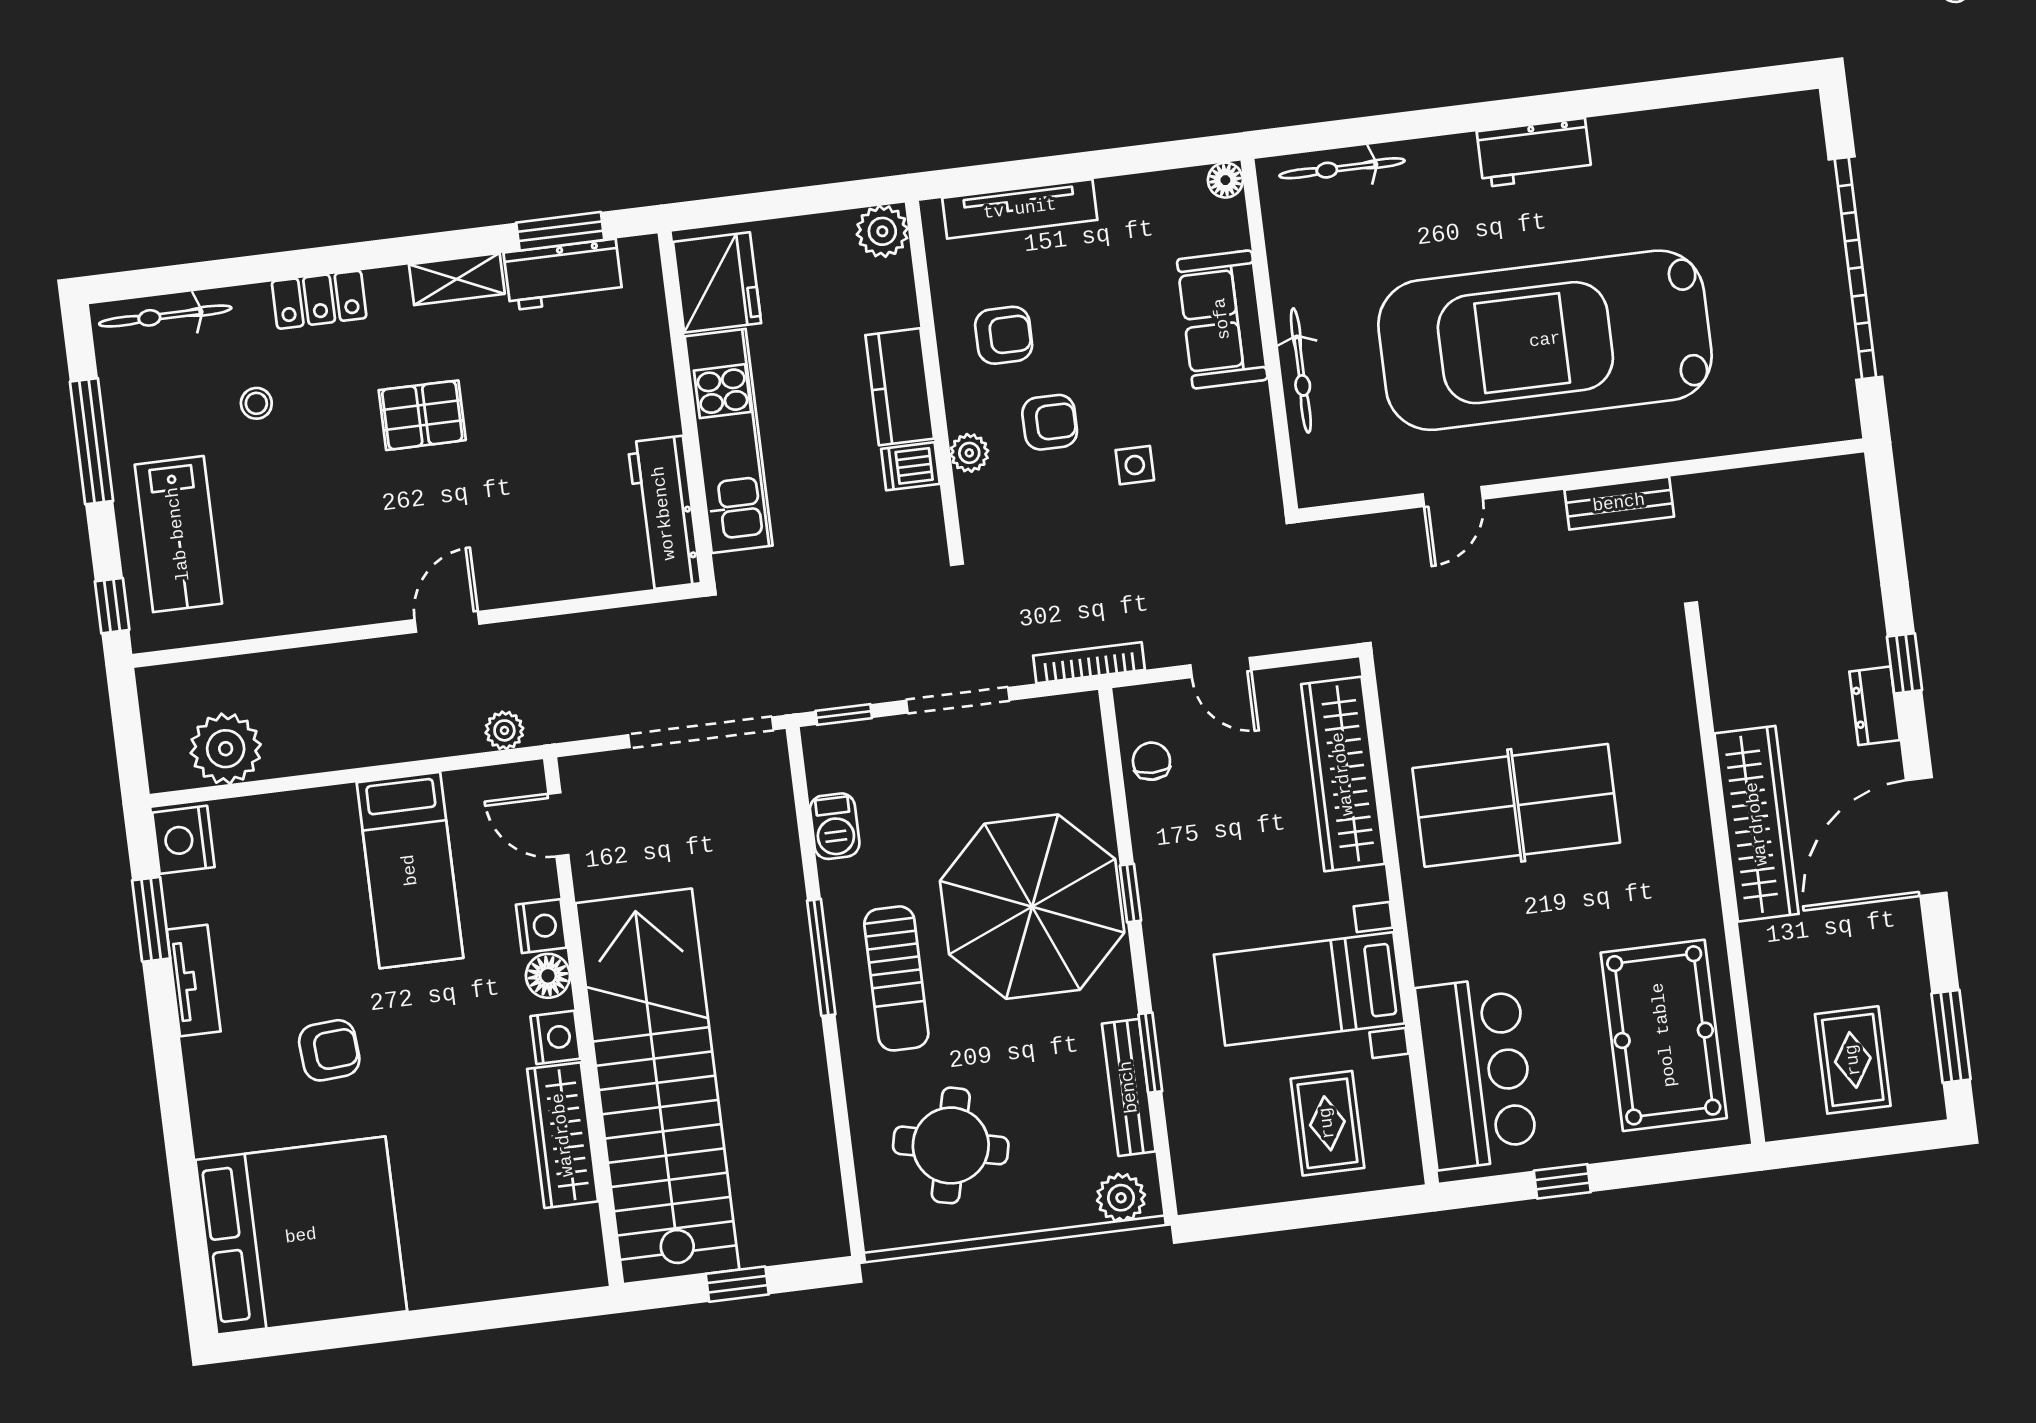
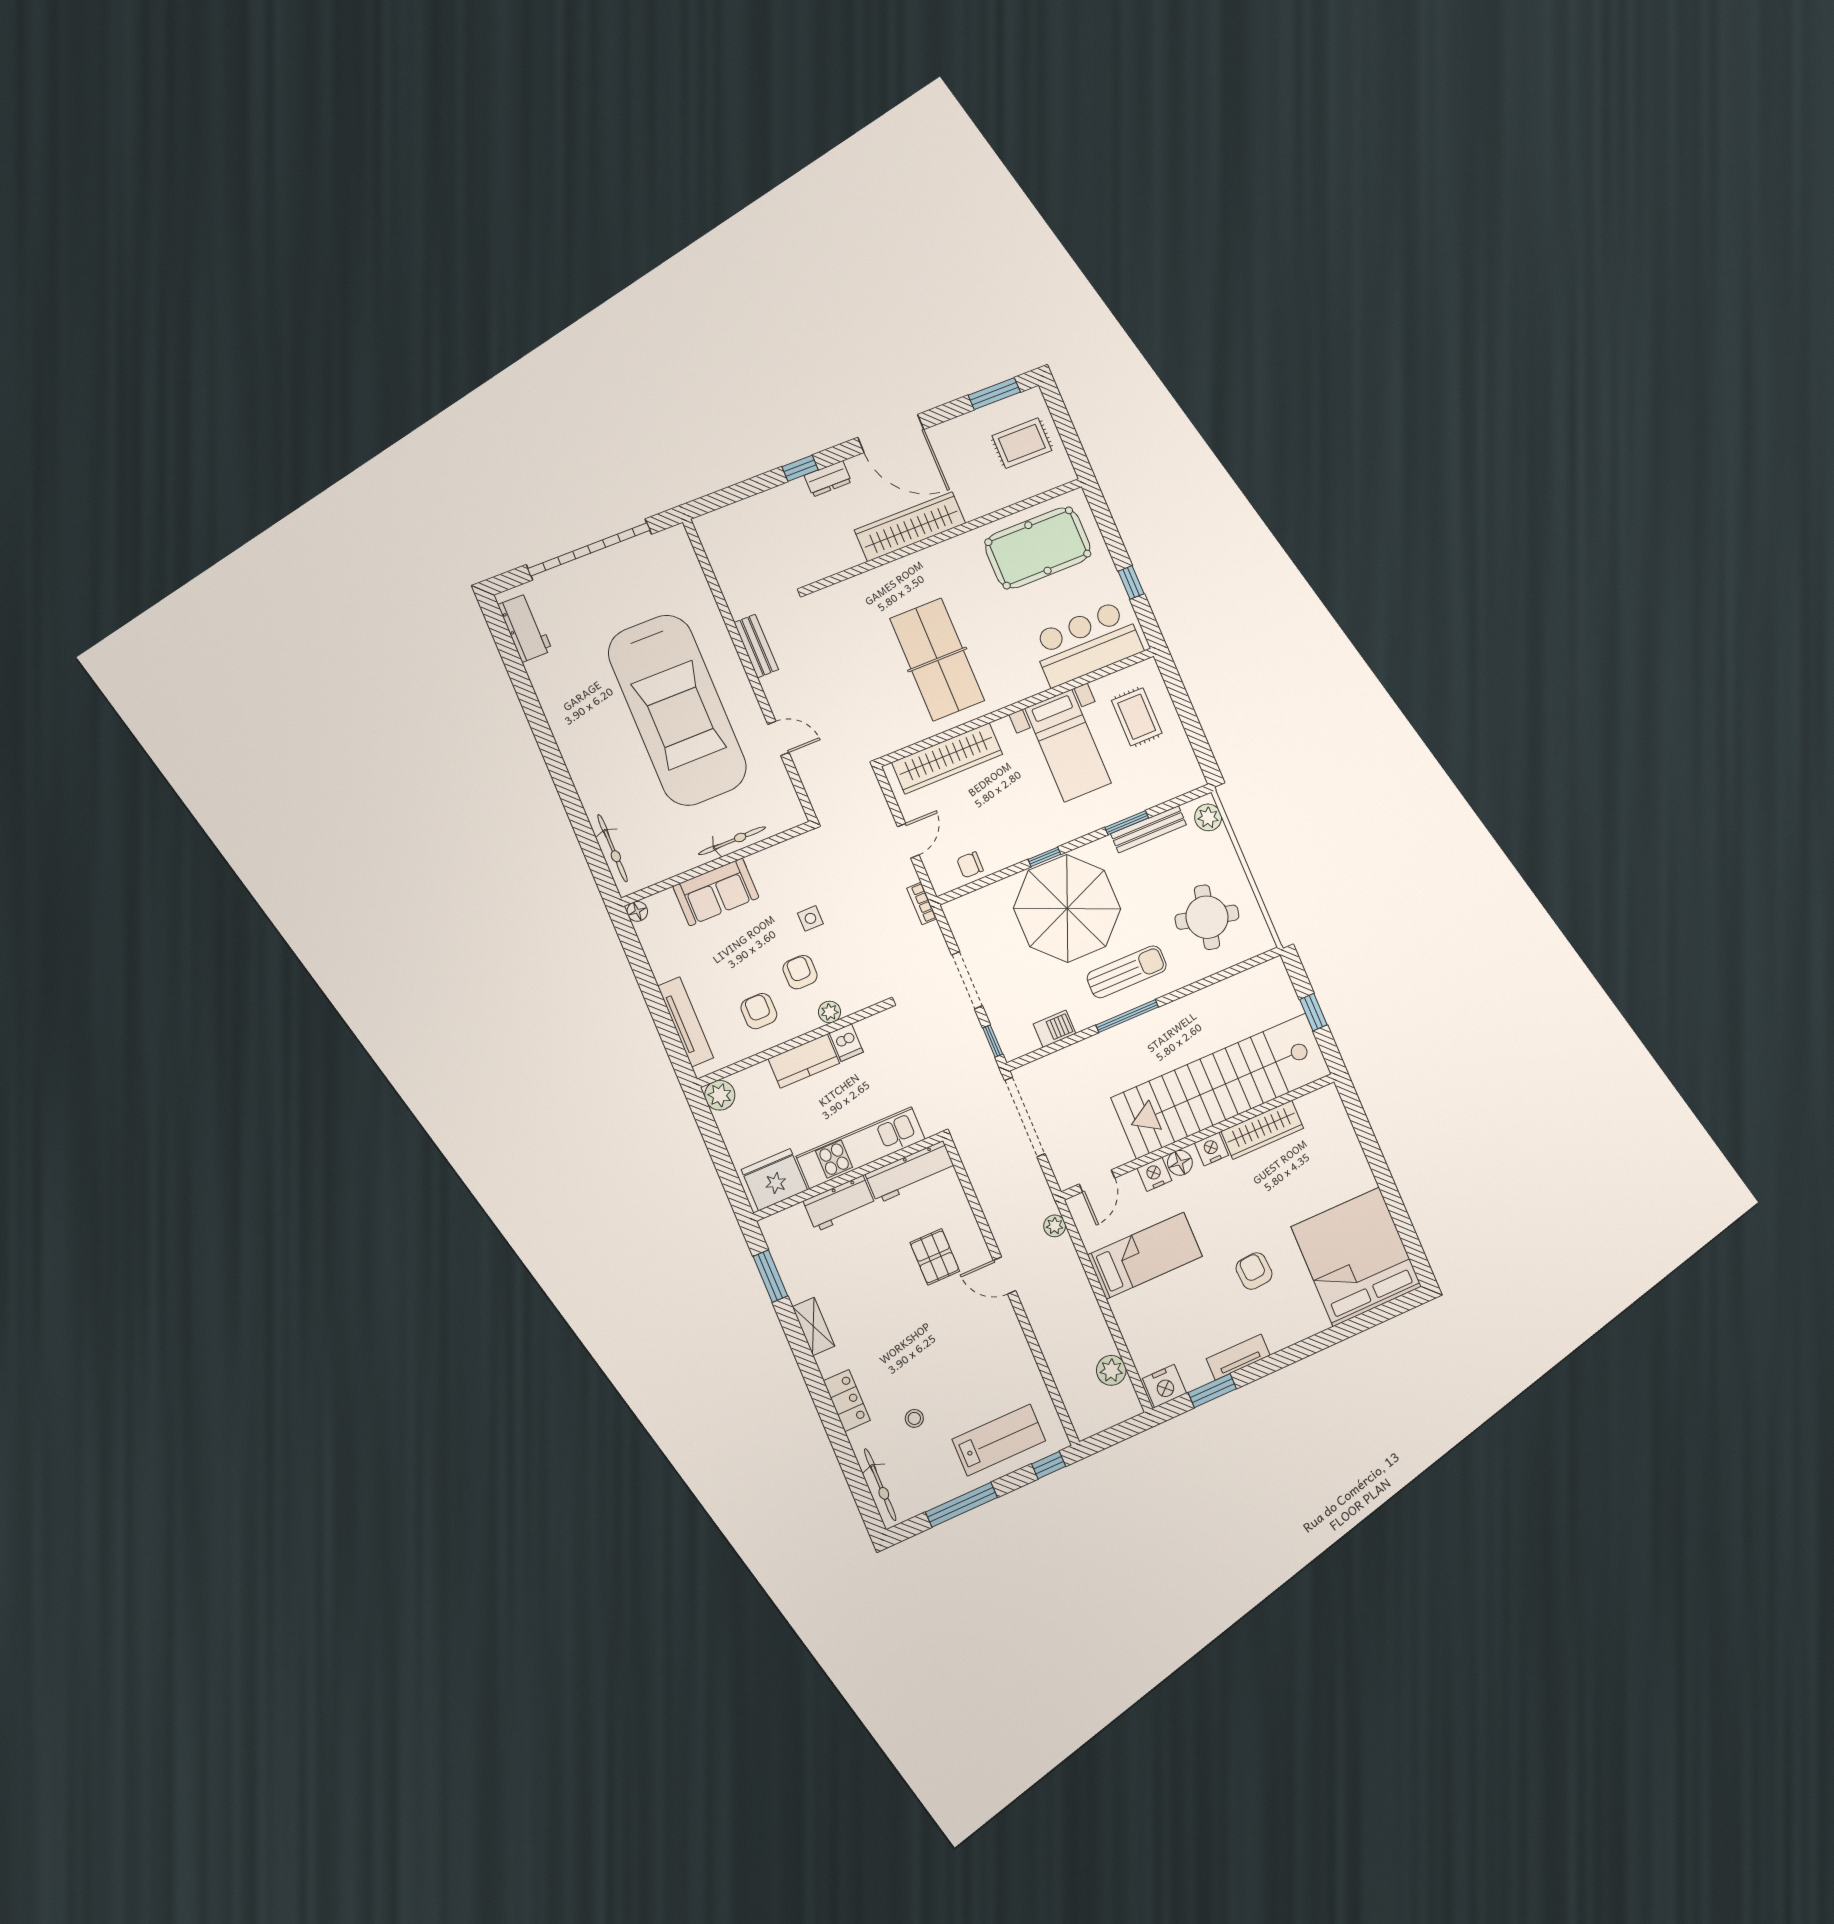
workbench: (1534, 153) -> (525, 628), moved
workbench: (563, 275) -> (839, 1204), moved, turned 90
pallet: (422, 415) -> (935, 1257), moved
bookcase: (1089, 663) -> (922, 903), width x0.64
plant: (226, 749) -> (1111, 1370), width x0.73, depth x0.73
rug: (1327, 1123) -> (1137, 717), turned 90

